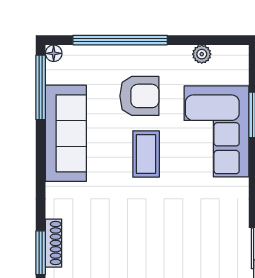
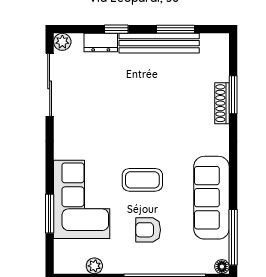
armchair: (139, 96) -> (148, 230), width x0.72, depth x0.72
coffee table: (146, 154) -> (142, 180), turned 90

